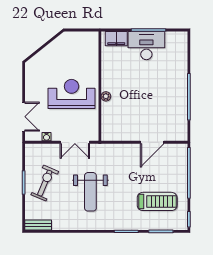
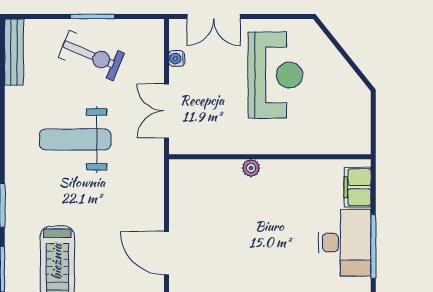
reception desk: (72, 94) -> (275, 75), moved
bench: (38, 225) -> (14, 52), width x1.36

